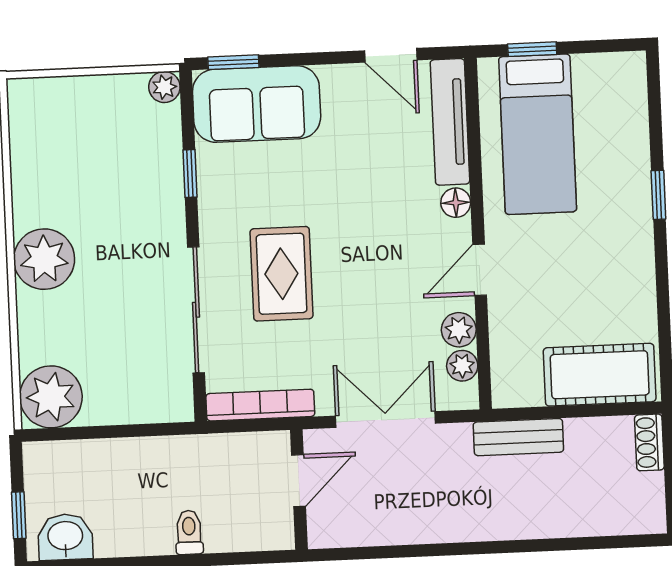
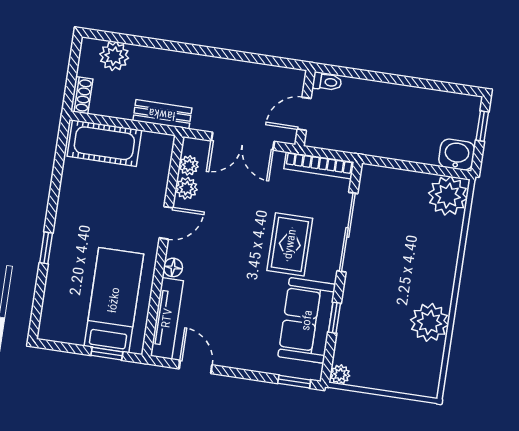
sofa: (257, 104) -> (307, 320), moved, turned -90
plant: (44, 259) -> (429, 322), moved
plant: (611, 513) -> (114, 56), added
toilet: (189, 532) -> (327, 82), moved, turned -90
washbasin: (65, 537) -> (457, 155), moved, turned 180

